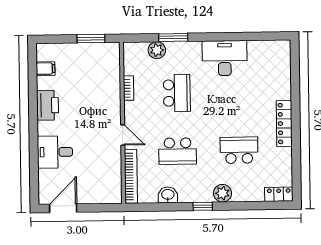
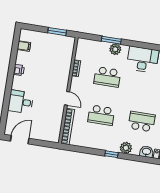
plant: (157, 50) -> (115, 49), moved
school desk: (177, 93) -> (107, 77), turned 90
printer: (48, 105) -> (19, 70), width x0.53, depth x0.68
washbasin: (168, 195) -> (146, 152), moved

